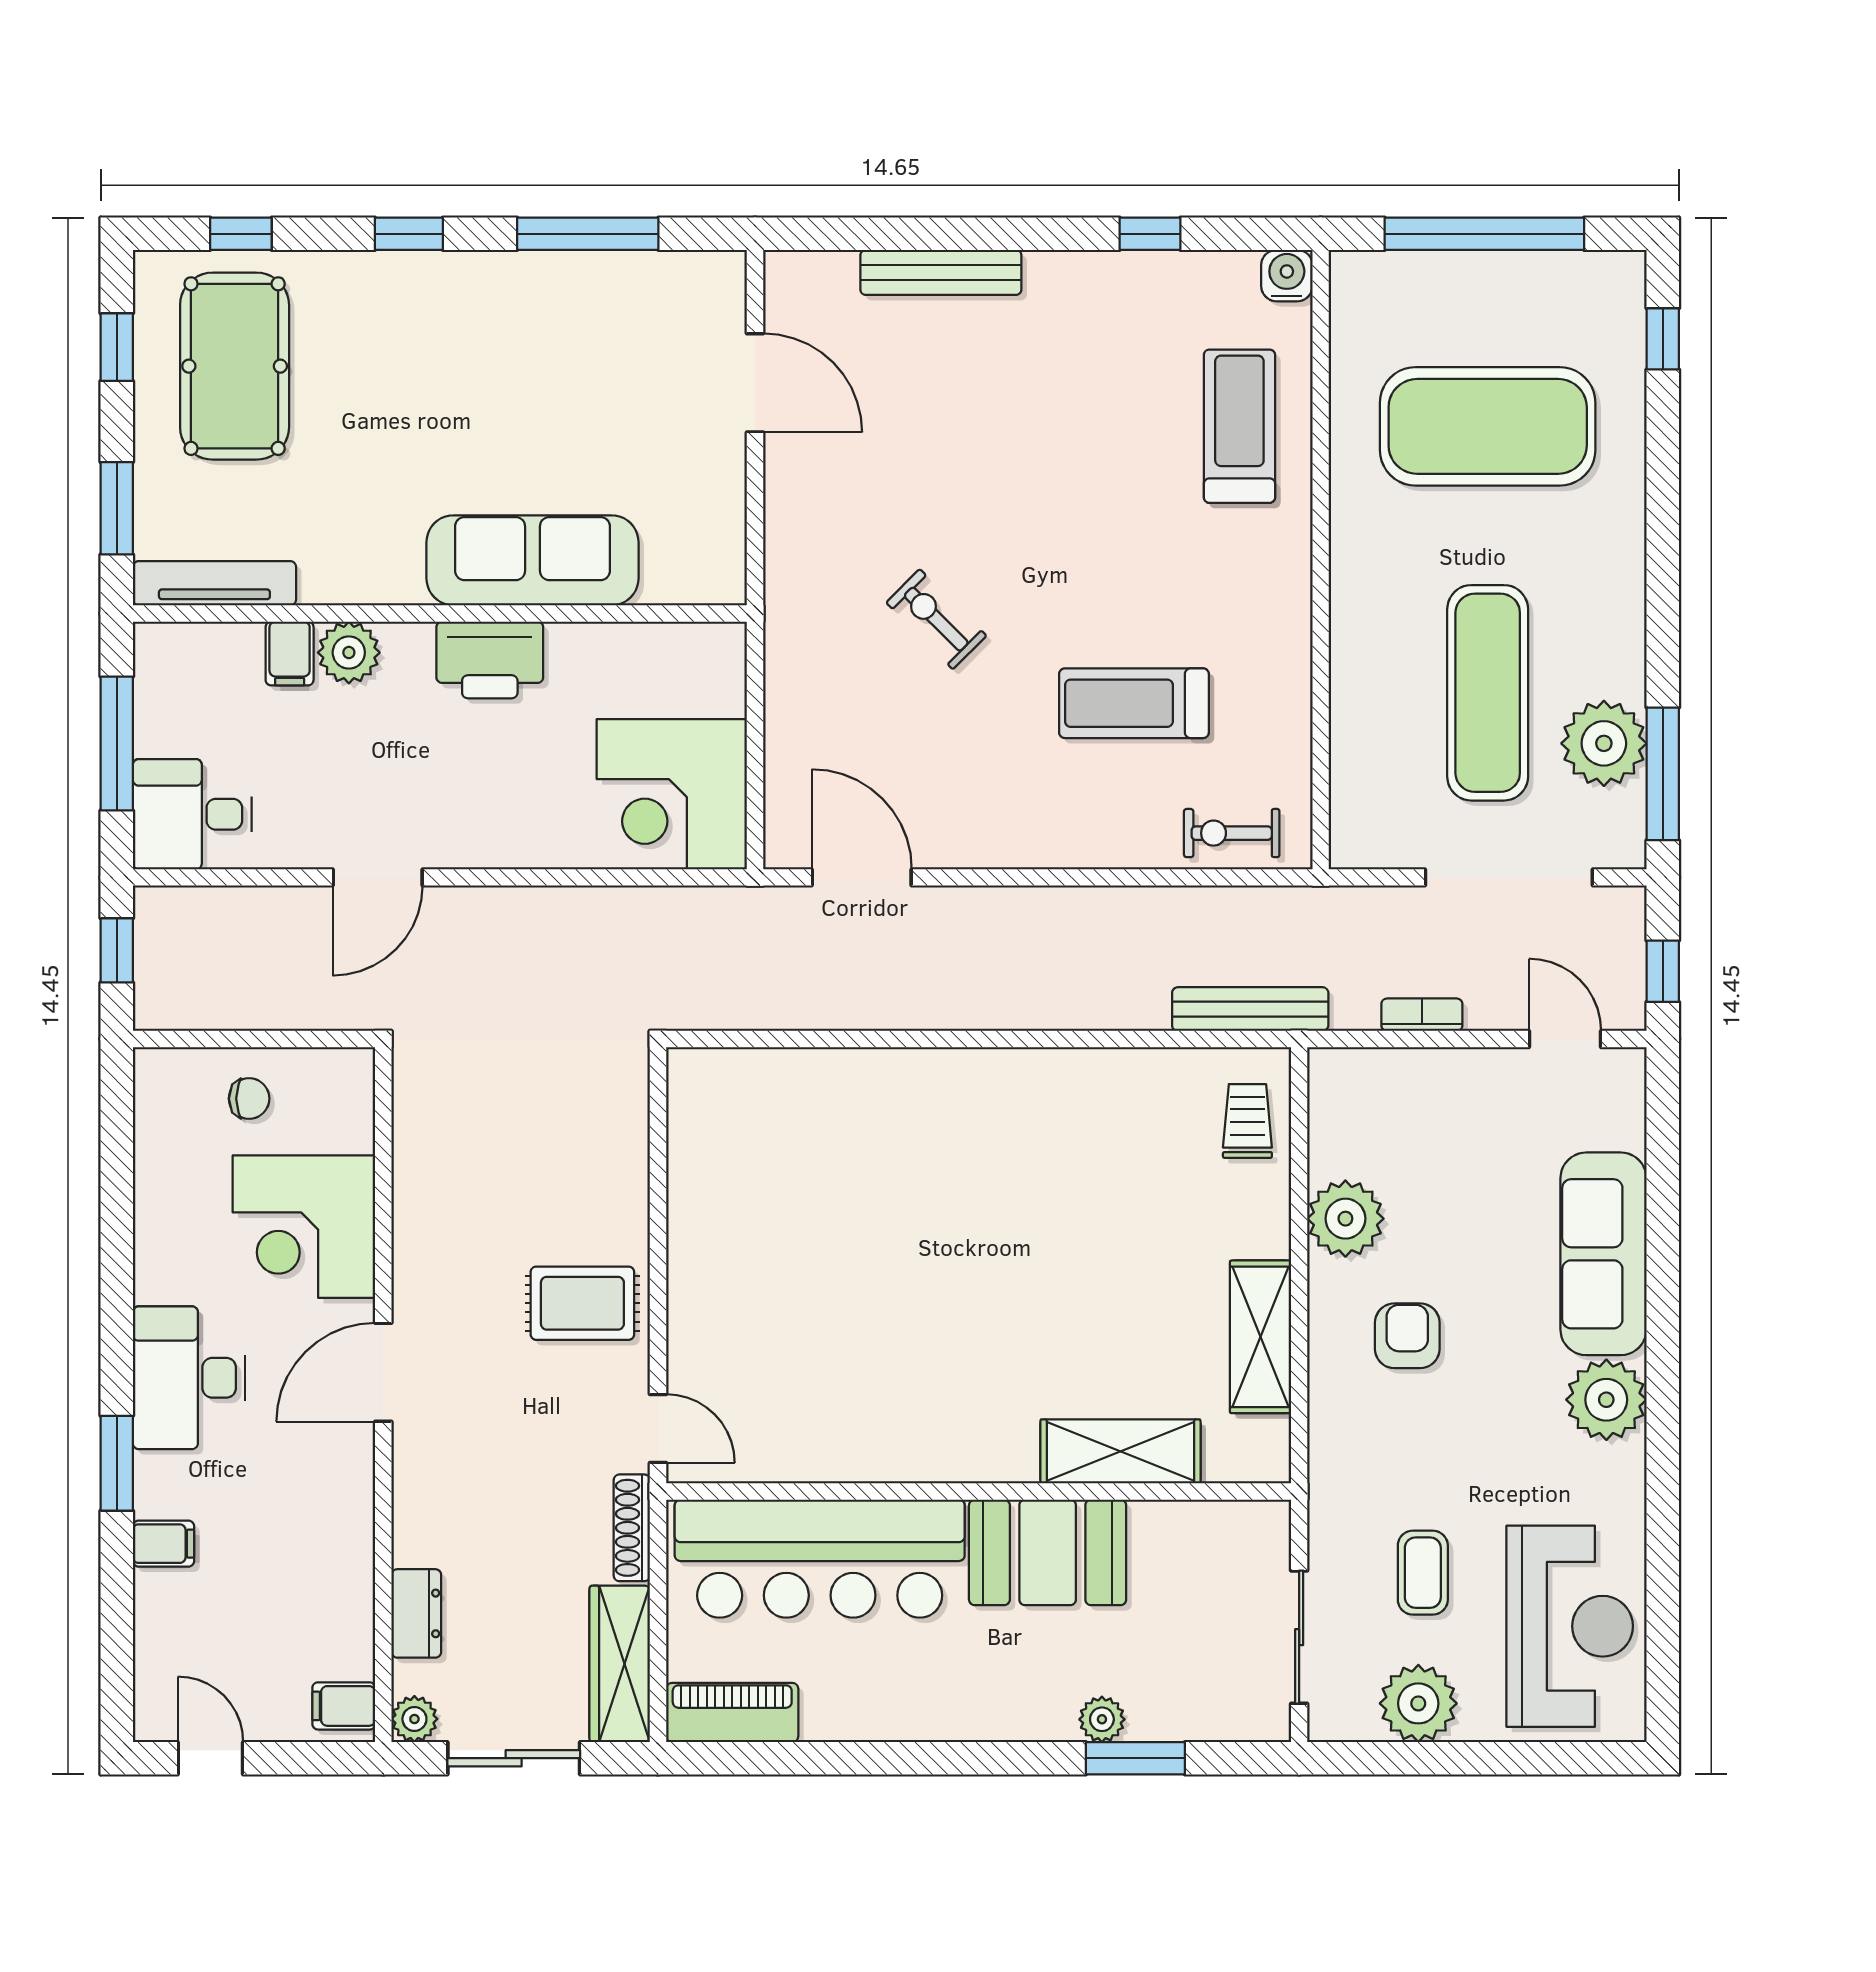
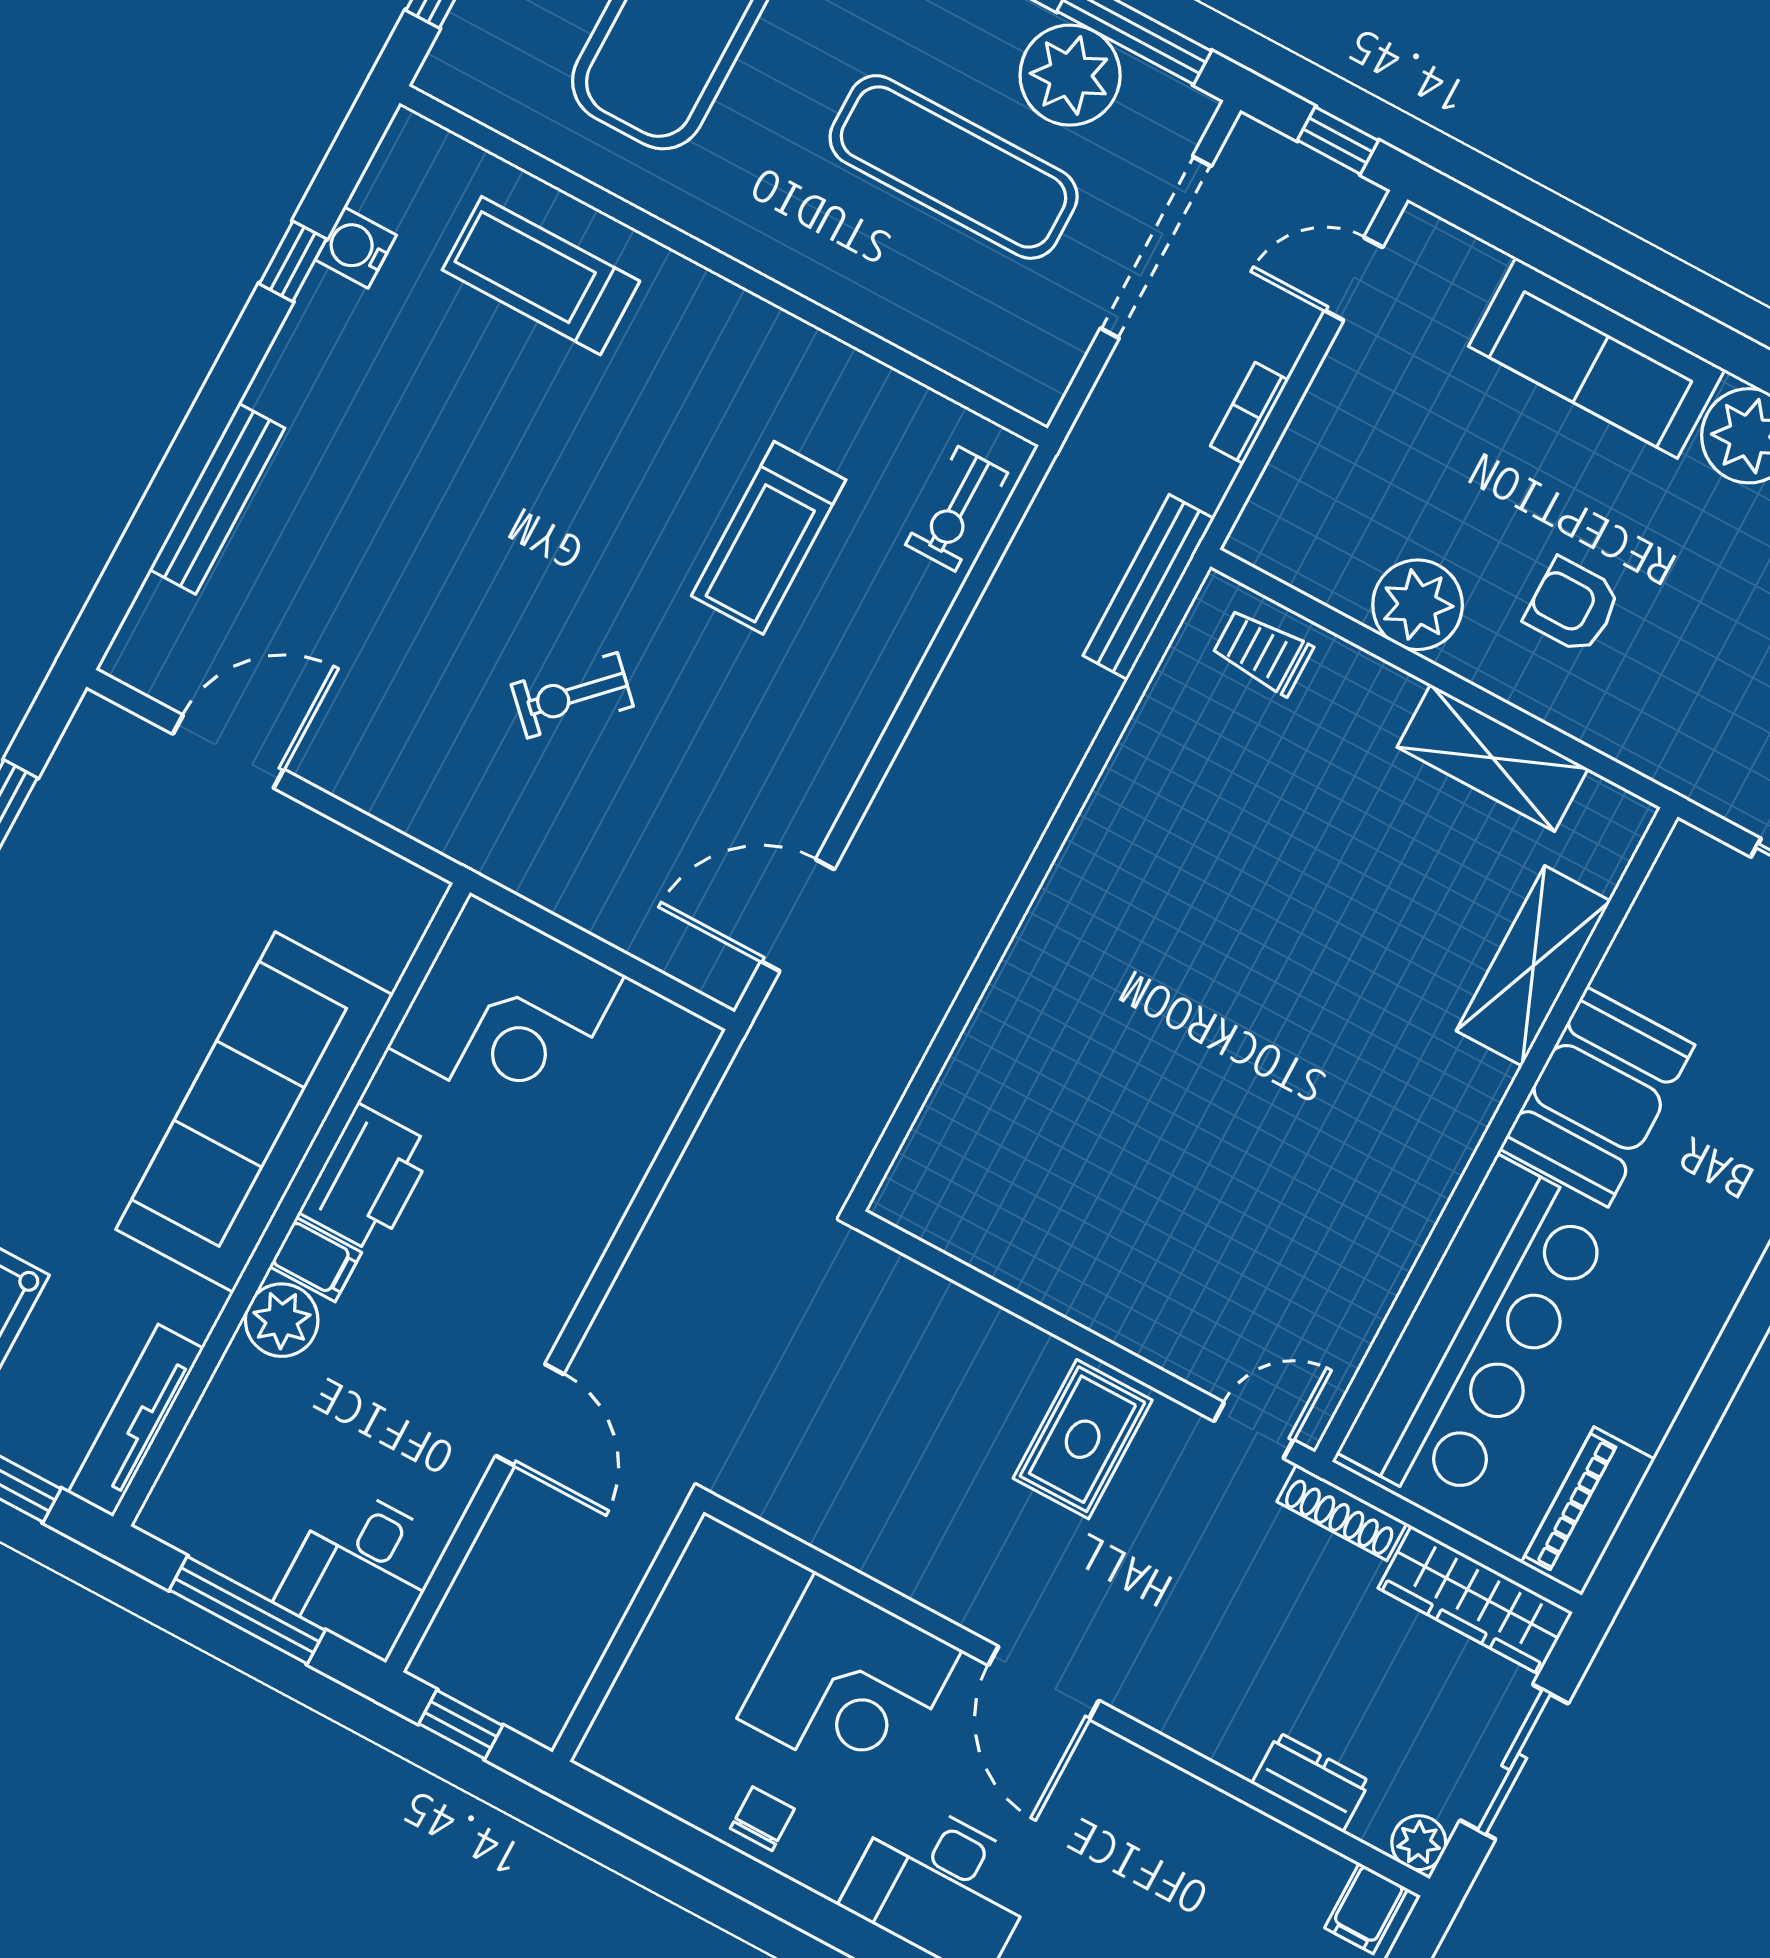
water cooler: (1287, 276) -> (356, 247), moved
sofa: (532, 560) -> (254, 1112), width x1.36, depth x1.27
filing cabinet: (290, 654) -> (316, 1259), moved
corner desk: (672, 794) -> (506, 1011), moved
chair: (249, 1099) -> (762, 1819), moved

